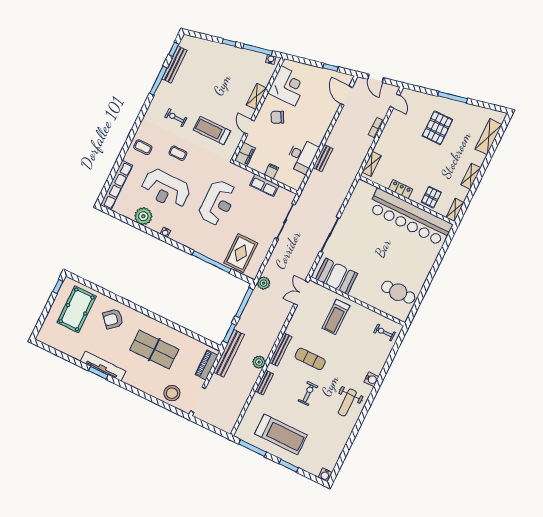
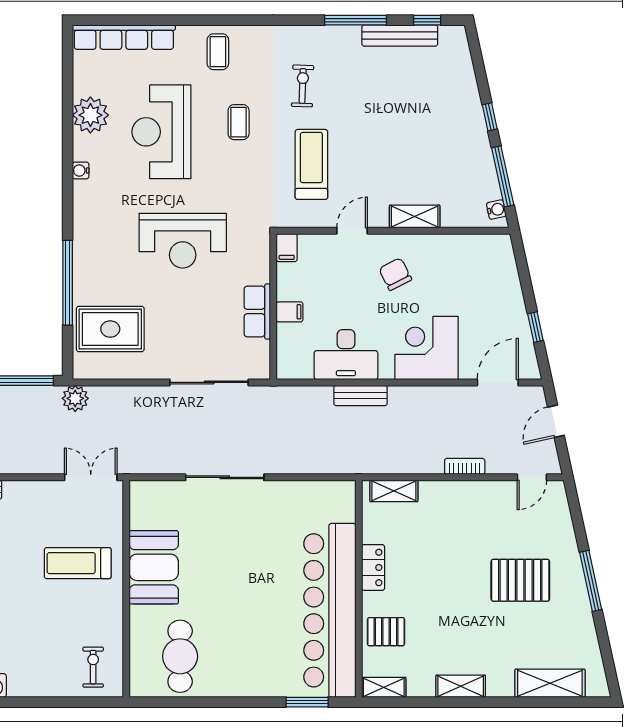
corner desk: (288, 86) -> (426, 348), moved, turned 180
filing cabinet: (245, 154) -> (287, 248), width x0.50
window: (445, 247) -> (307, 702), added
booth: (337, 276) -> (154, 567), moved

